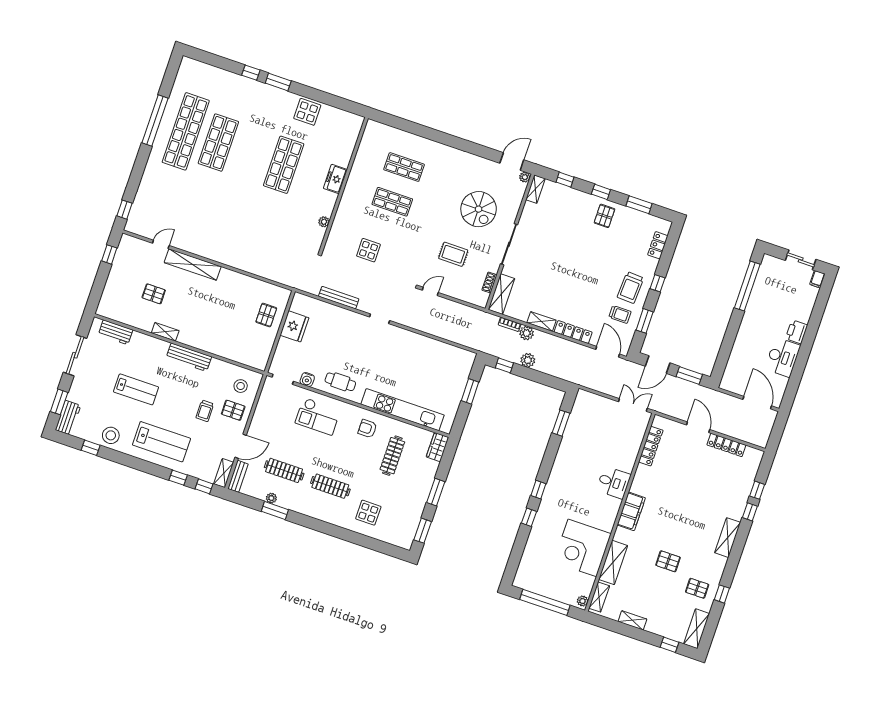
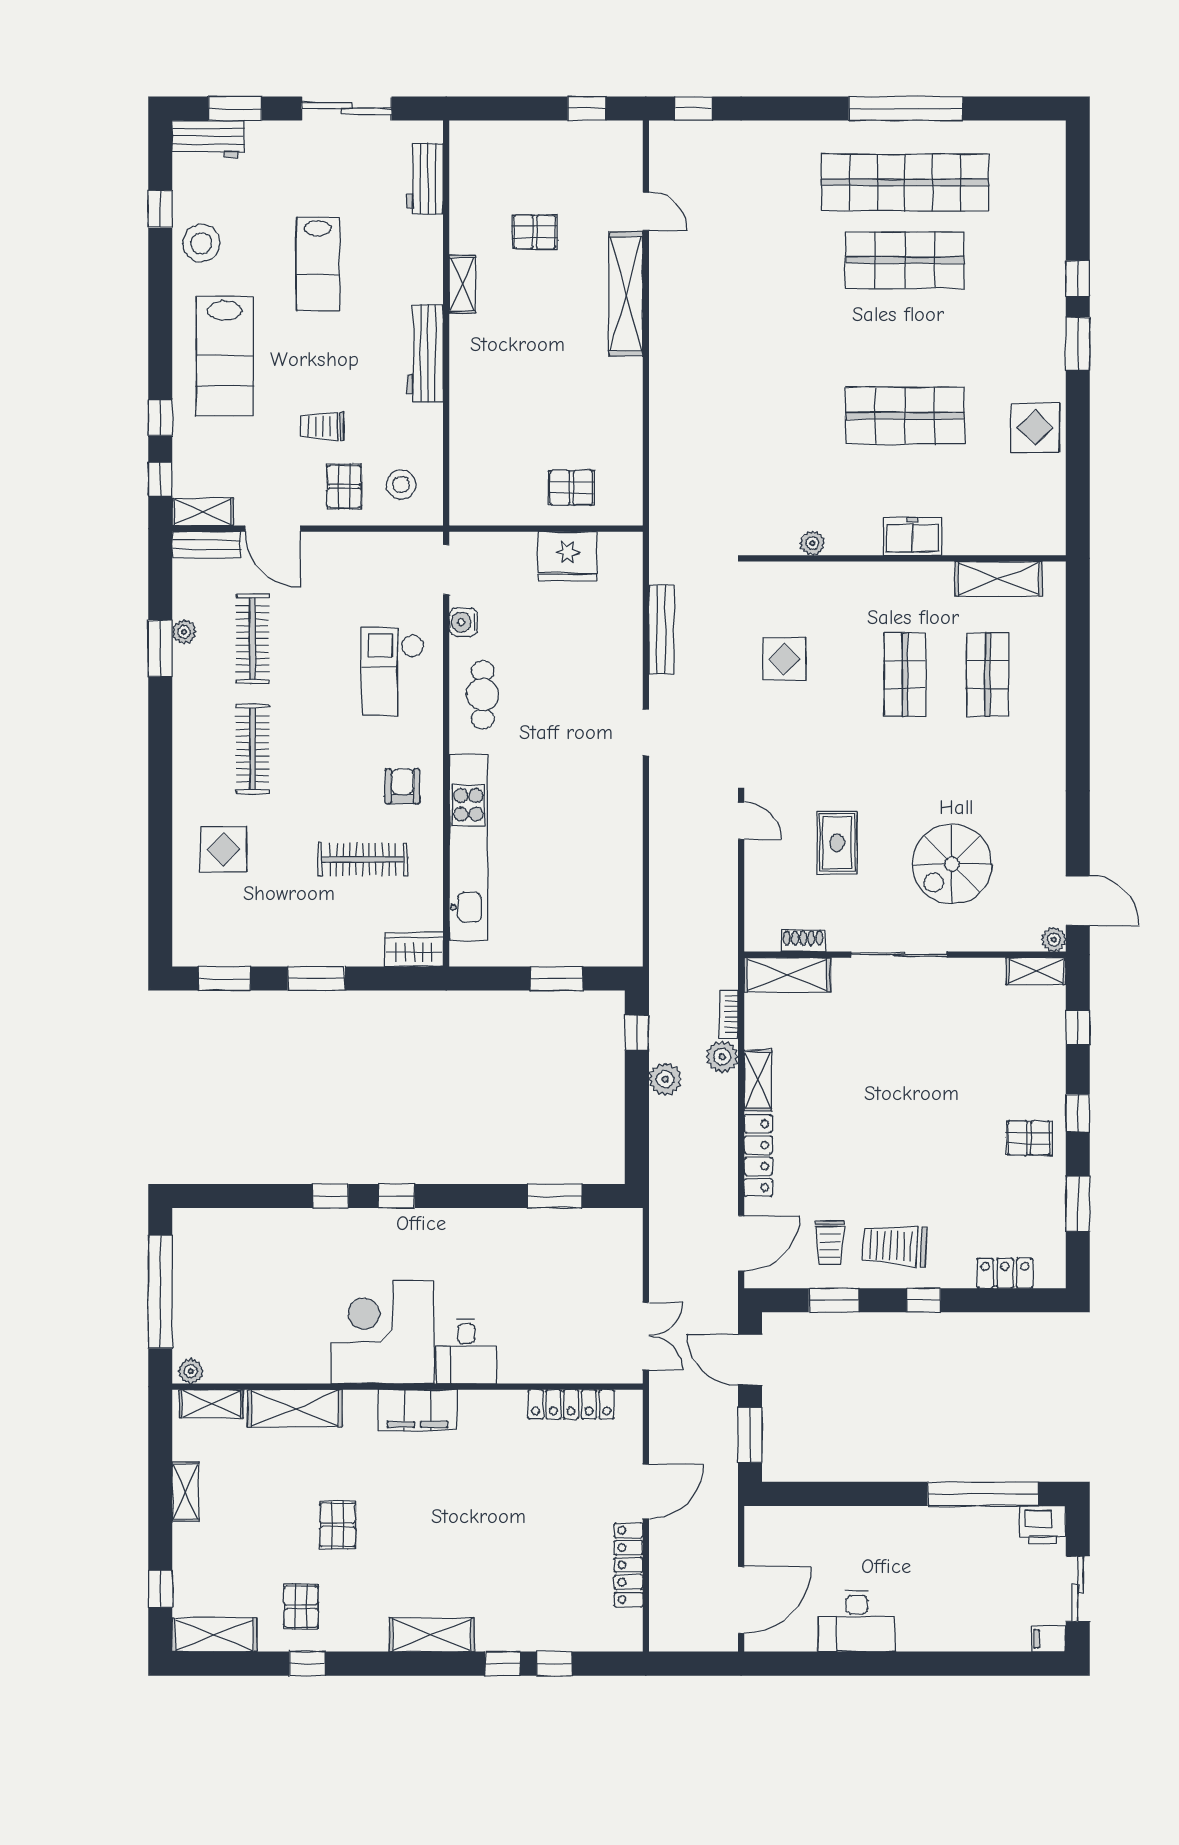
shelving: (365, 149) -> (999, 579), added
pallet: (154, 294) -> (535, 232), turned 90
printer: (797, 332) -> (1043, 1525), moved, turned 180
corner desk: (582, 548) -> (382, 1332), moved

